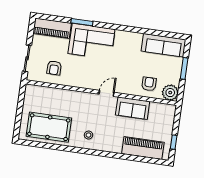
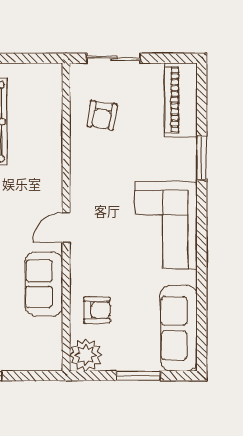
corner sofa: (91, 41) -> (166, 225), moved
armchair: (54, 68) -> (102, 115), turned -82
door: (106, 93) -> (66, 227), swing flipped

